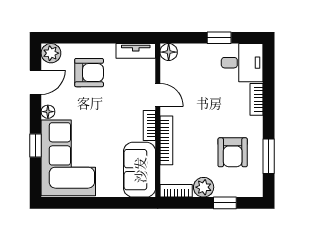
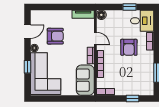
plant: (51, 53) -> (36, 15), removed
armchair: (89, 73) -> (55, 36), moved
armchair: (233, 152) -> (129, 47), moved
plant: (204, 187) -> (121, 90), removed

